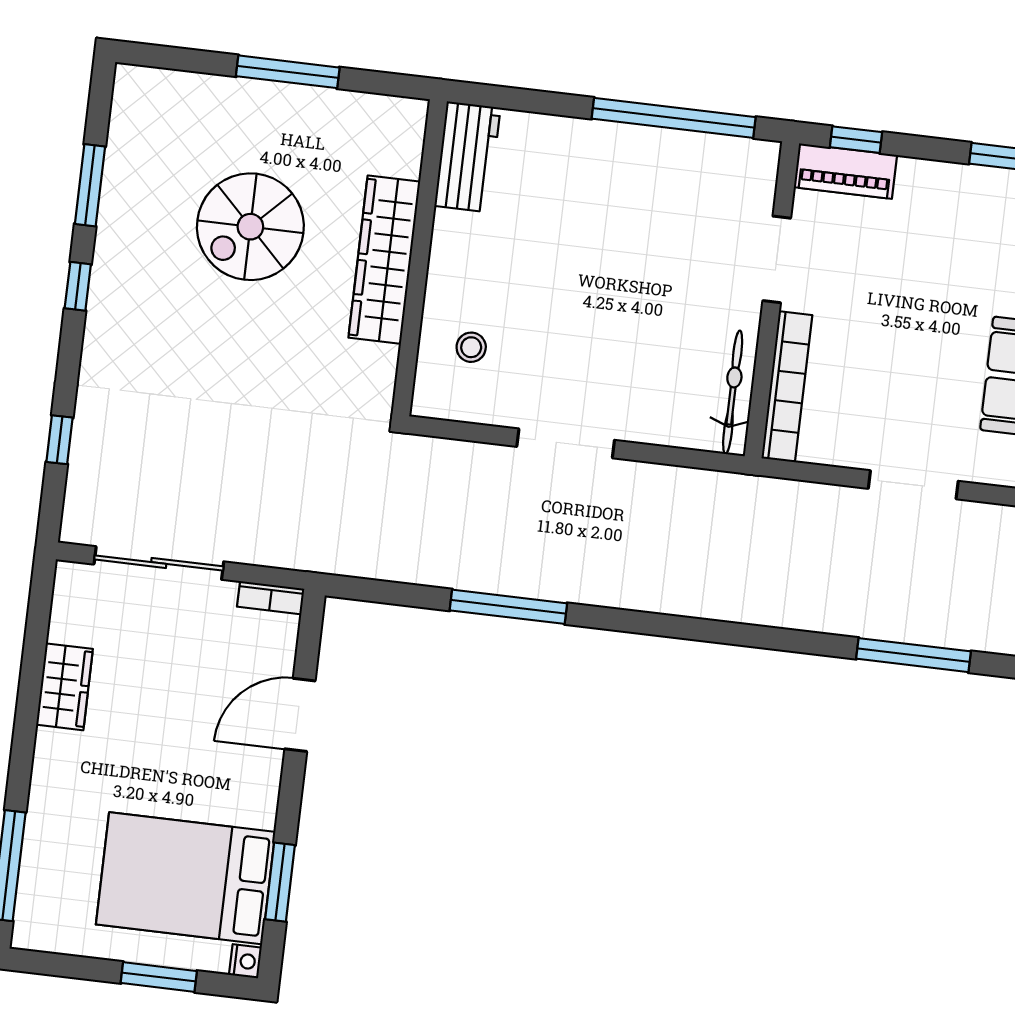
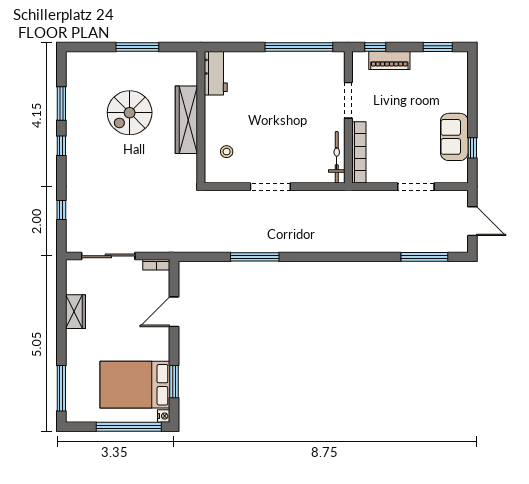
piano: (845, 171) -> (389, 61), moved
window: (159, 977) -> (129, 427), width x2.11

